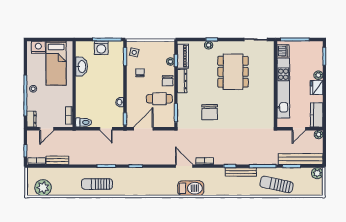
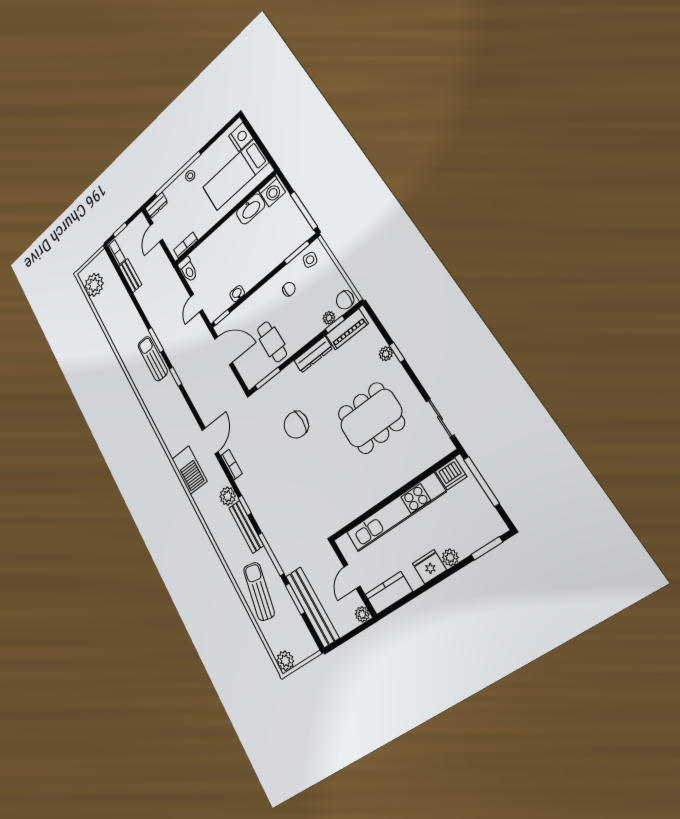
washing machine: (101, 48) -> (272, 191), moved, turned -90
chair: (168, 81) -> (345, 300), moved
door: (47, 129) -> (156, 232), hinge flipped
door: (299, 129) -> (352, 577), hinge flipped
plant: (219, 173) -> (228, 496), added
plant: (317, 173) -> (285, 661), moved
sun lounger: (97, 184) -> (153, 359), moved

